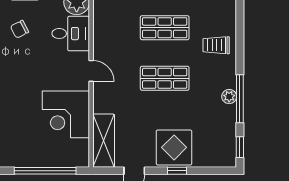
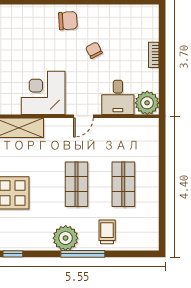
chair: (20, 29) -> (94, 50), moved
plant: (229, 97) -> (66, 238), width x1.88, depth x1.88
window: (240, 99) -> (83, 254), moved

